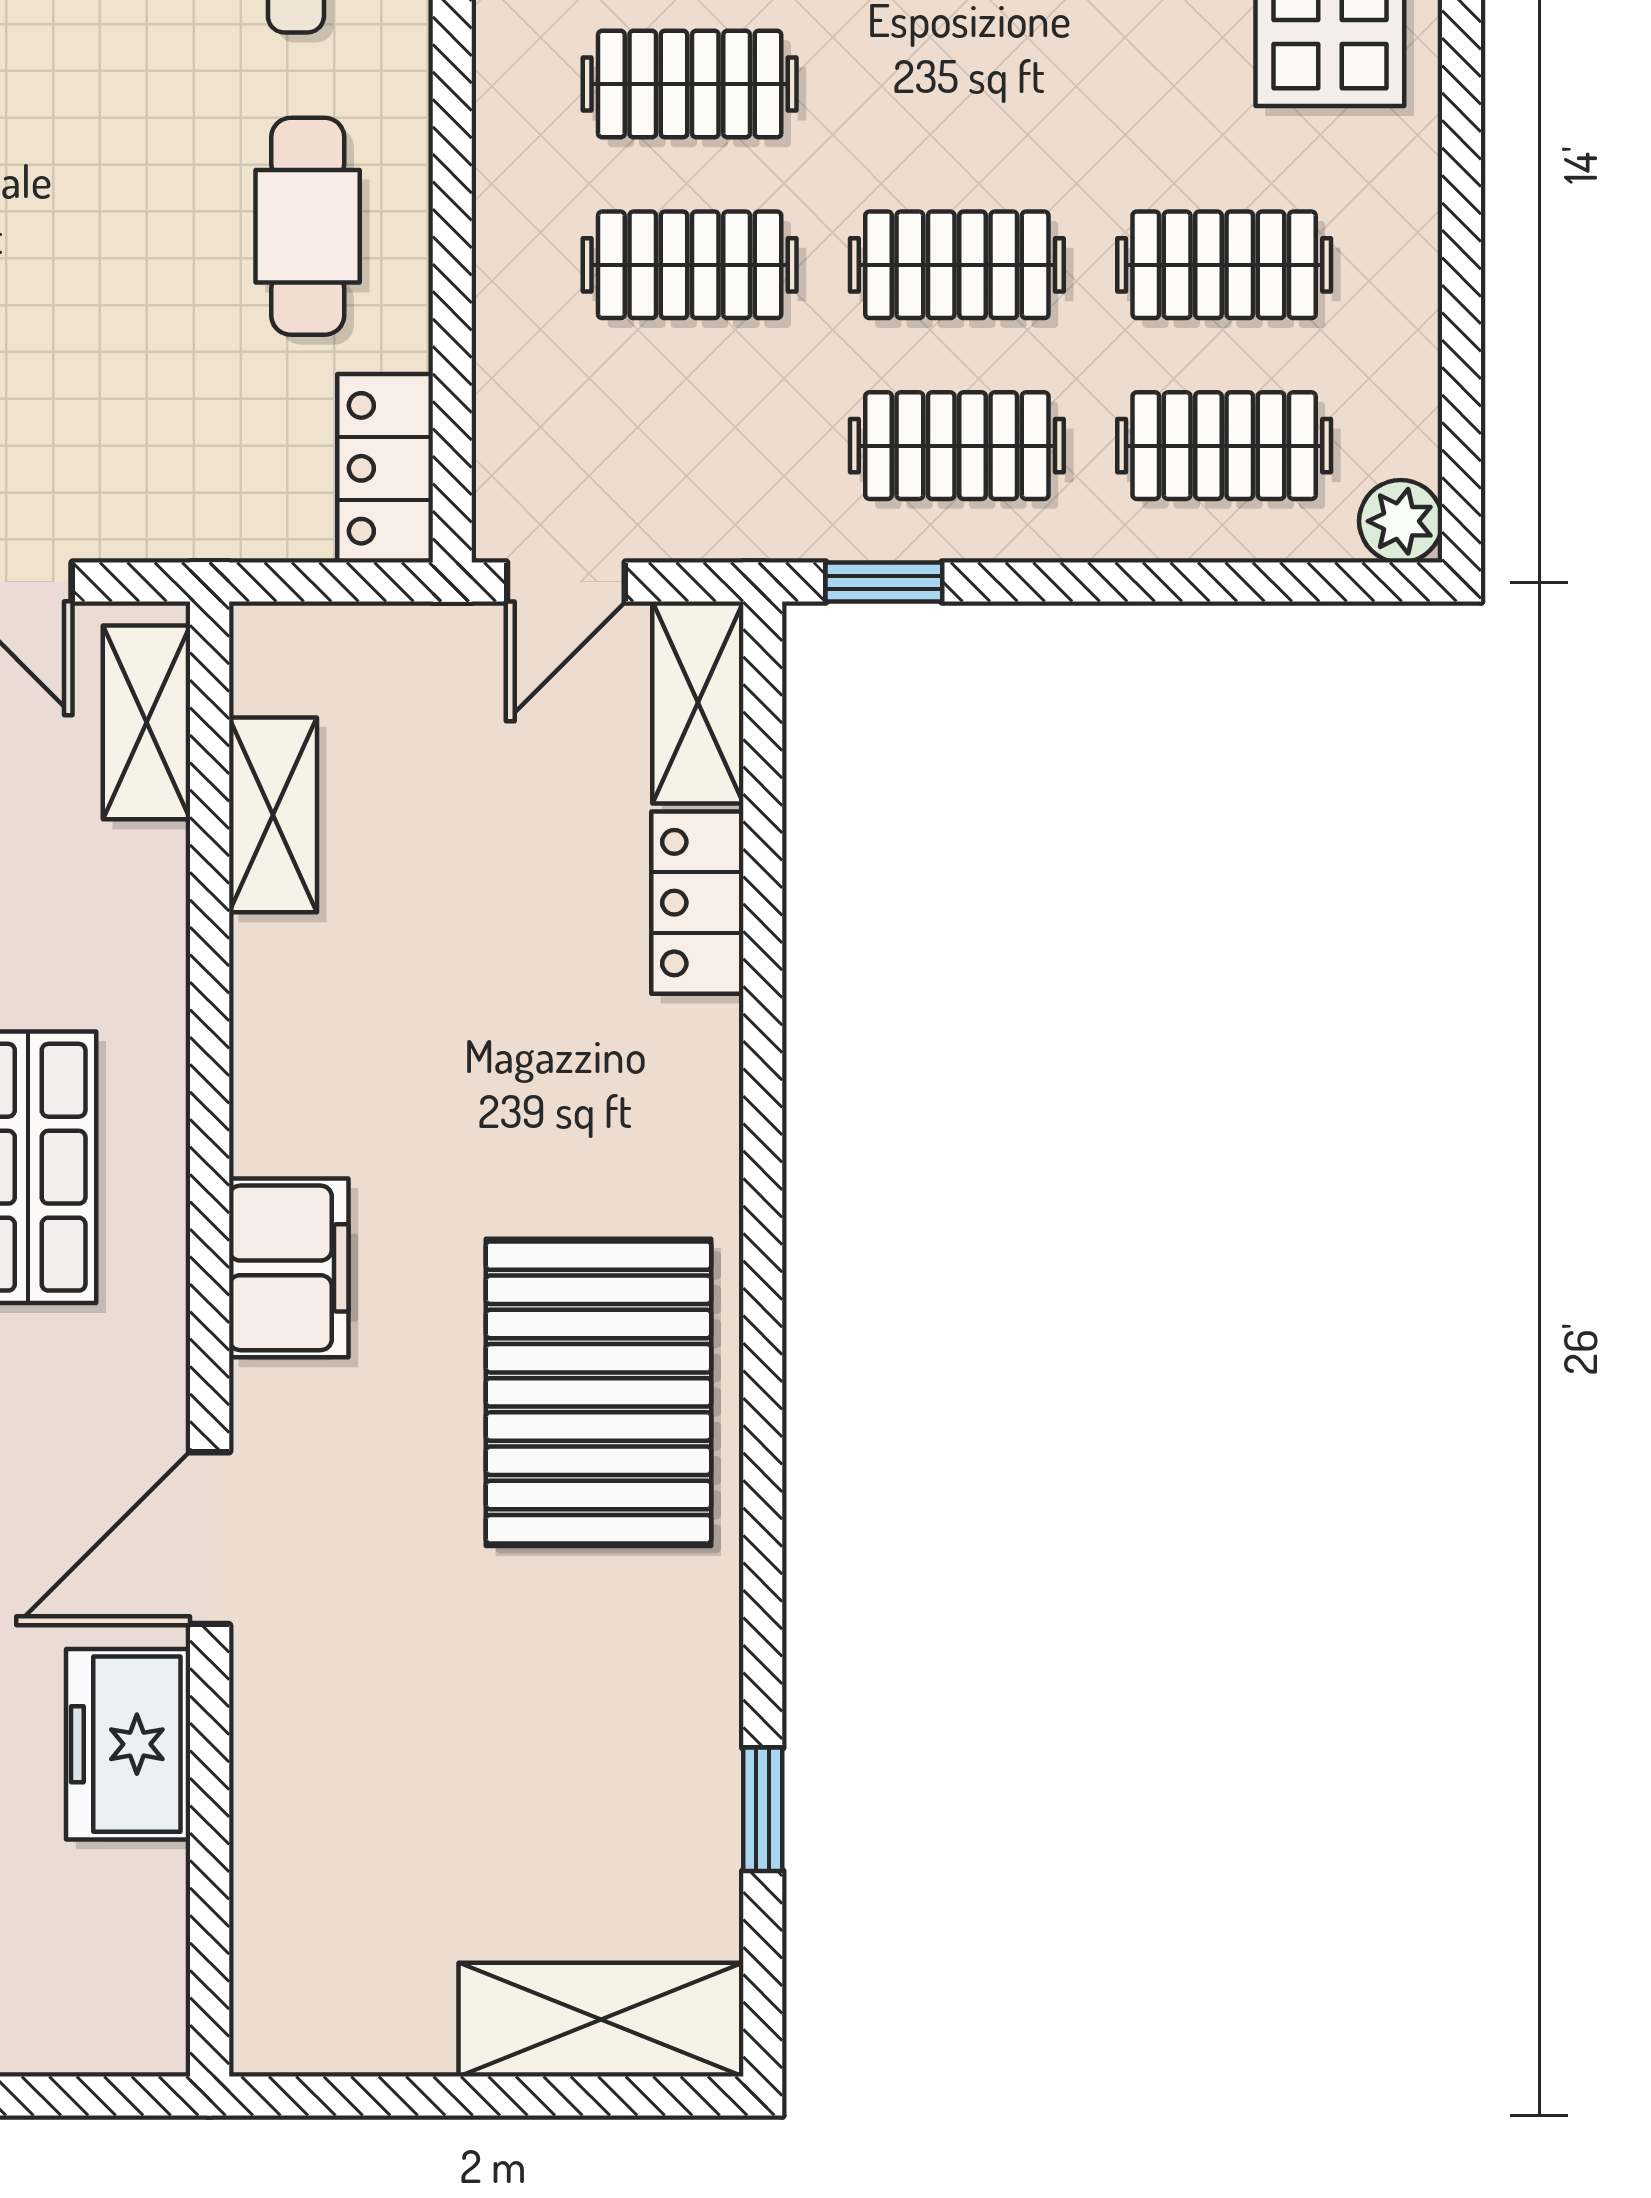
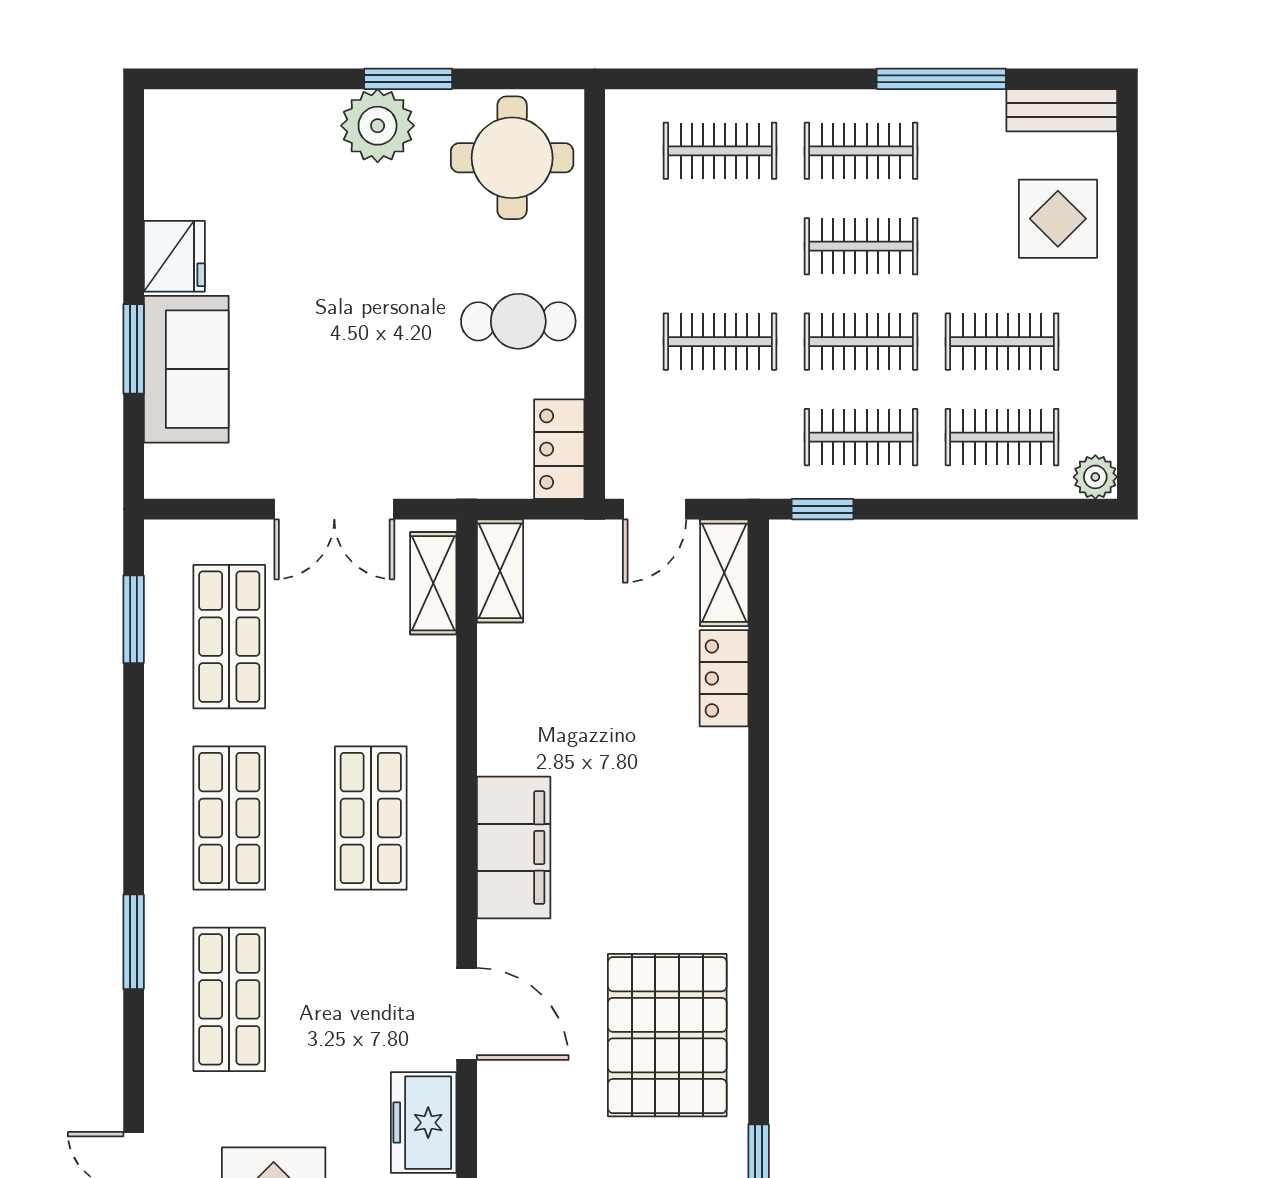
clothes rail: (690, 84) -> (861, 246), moved
cafe table: (308, 226) -> (518, 321), turned 90
shelving: (273, 815) -> (500, 571), moved
filing cabinet: (289, 1268) -> (514, 848), width x1.50, depth x1.17
pallet: (599, 1392) -> (667, 1035), moved
door: (210, 1538) -> (467, 1014), swing flipped

